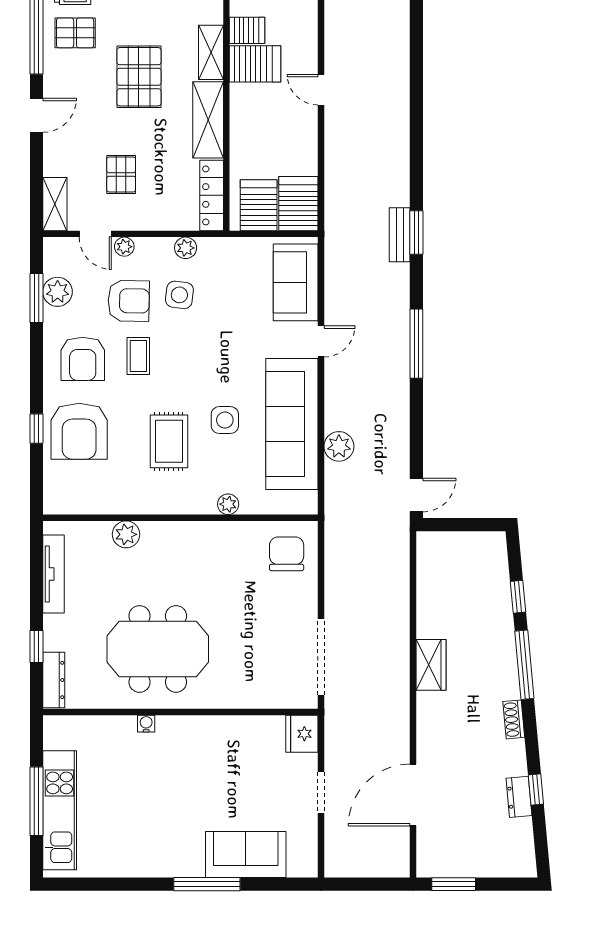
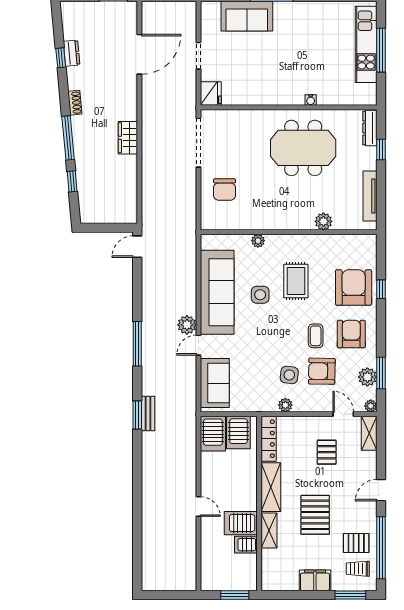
plant: (124, 247) -> (371, 406), moved
plant: (339, 446) -> (187, 325), moved
chair: (287, 554) -> (225, 190), moved

